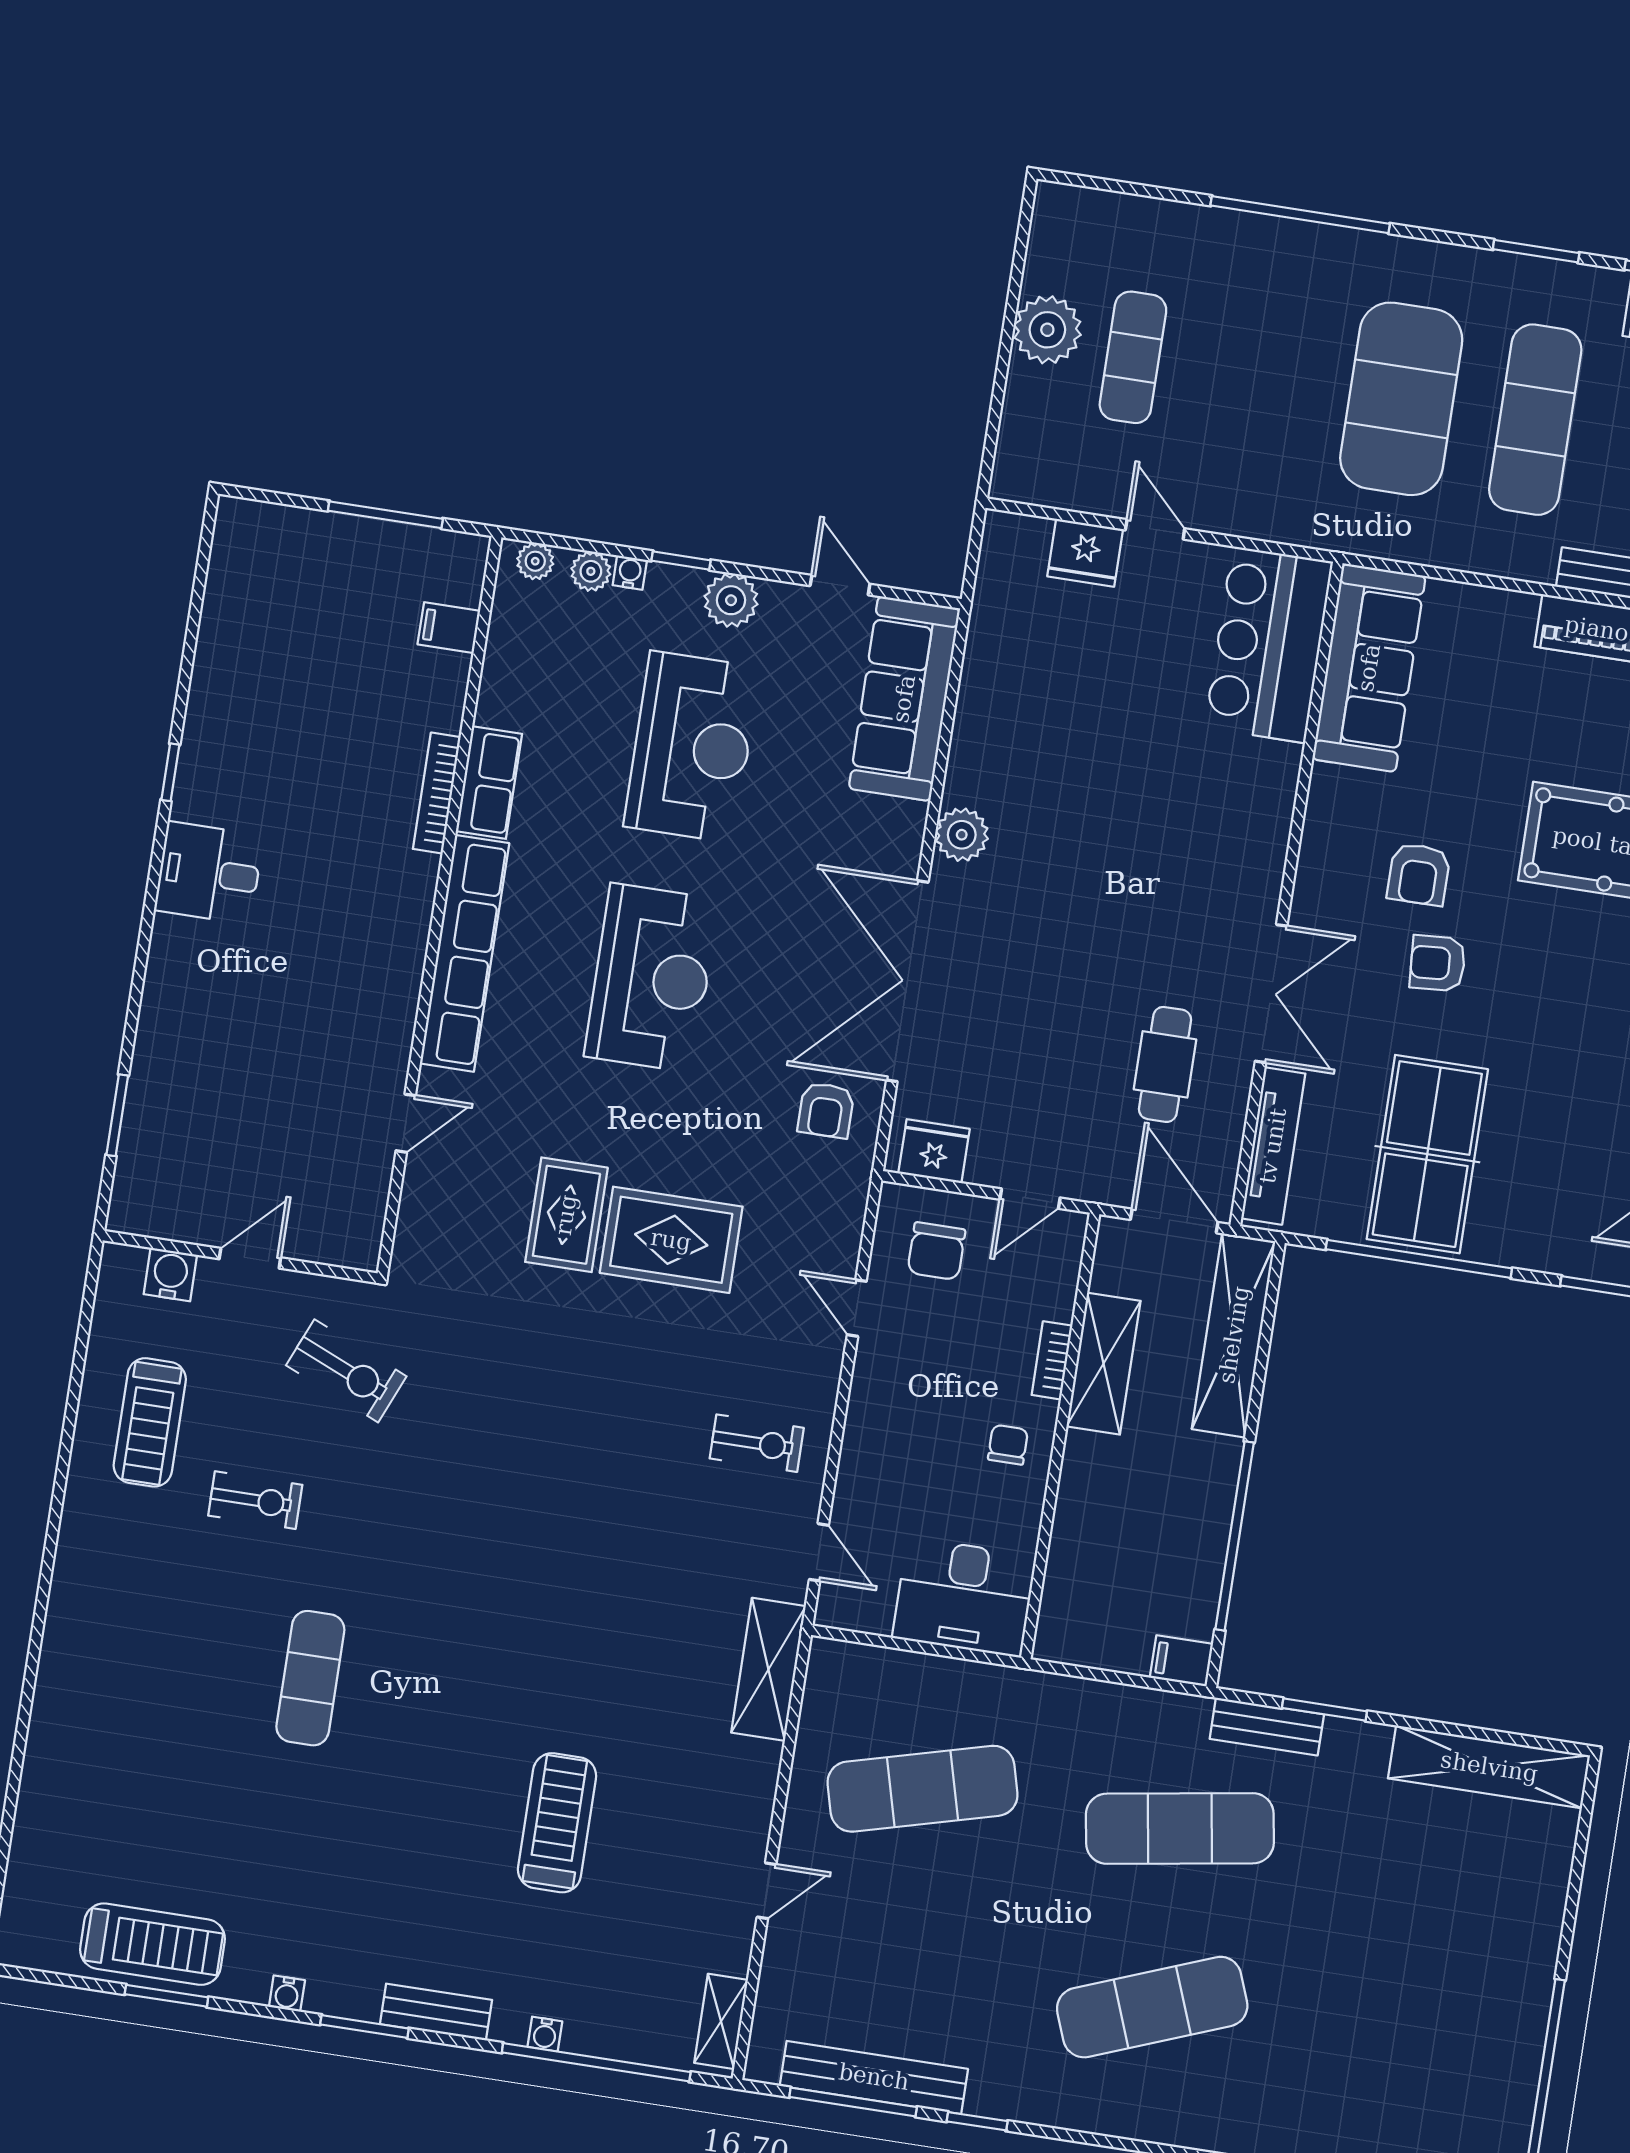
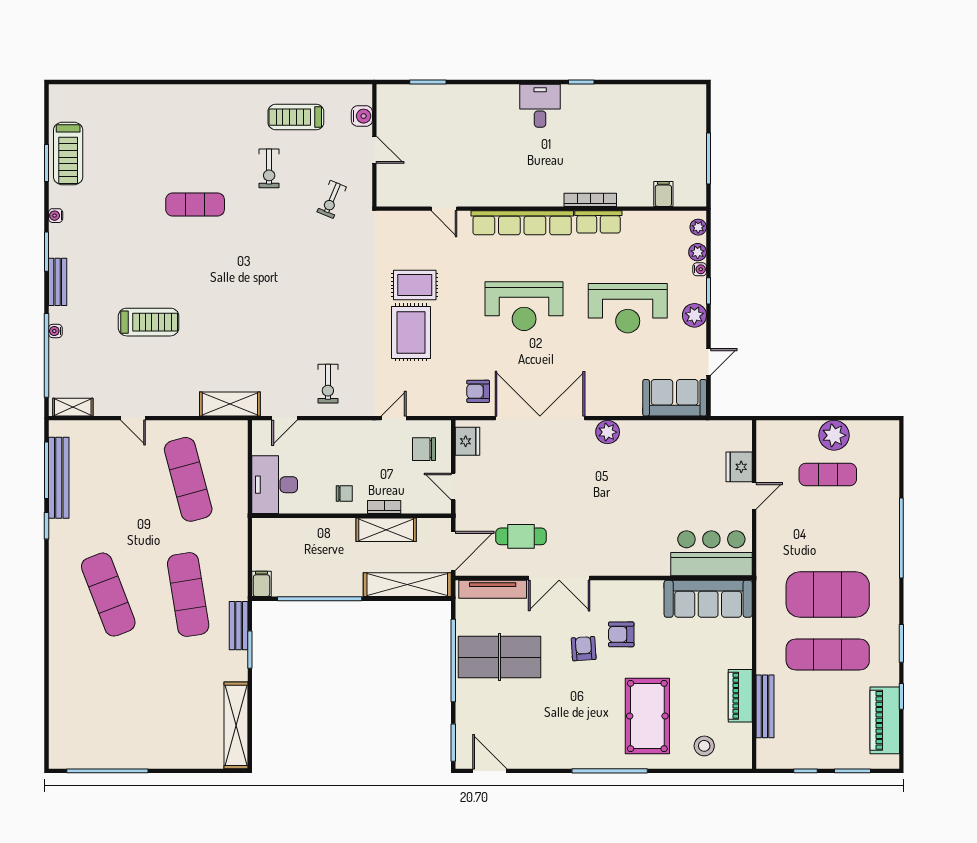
sofa: (904, 699) -> (675, 398), width x0.73
exercise bike: (346, 1371) -> (332, 199), width x0.73, depth x0.72

